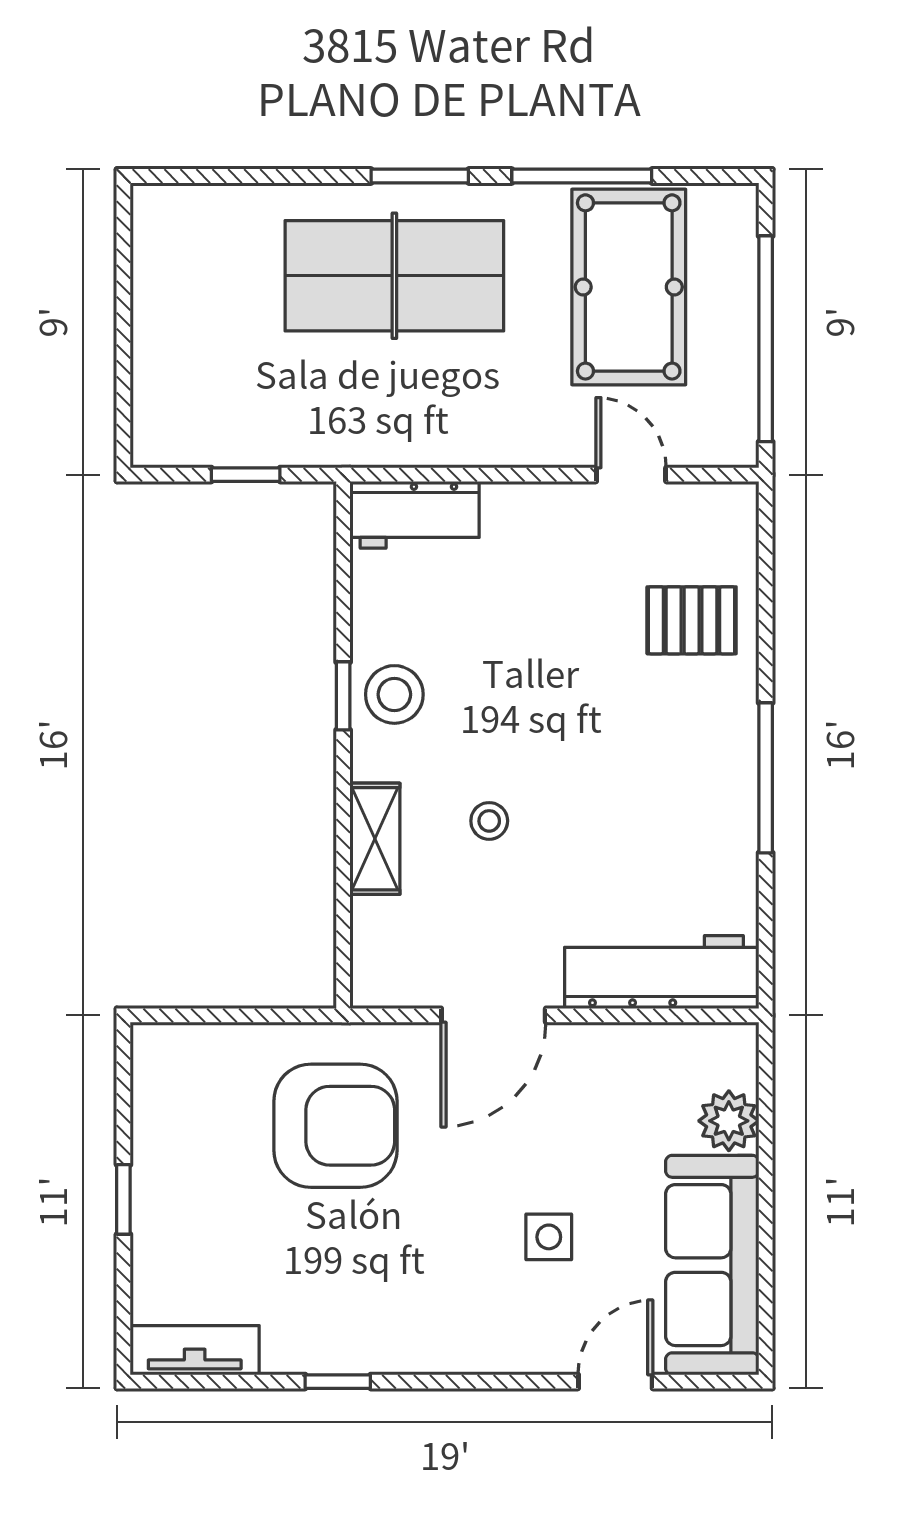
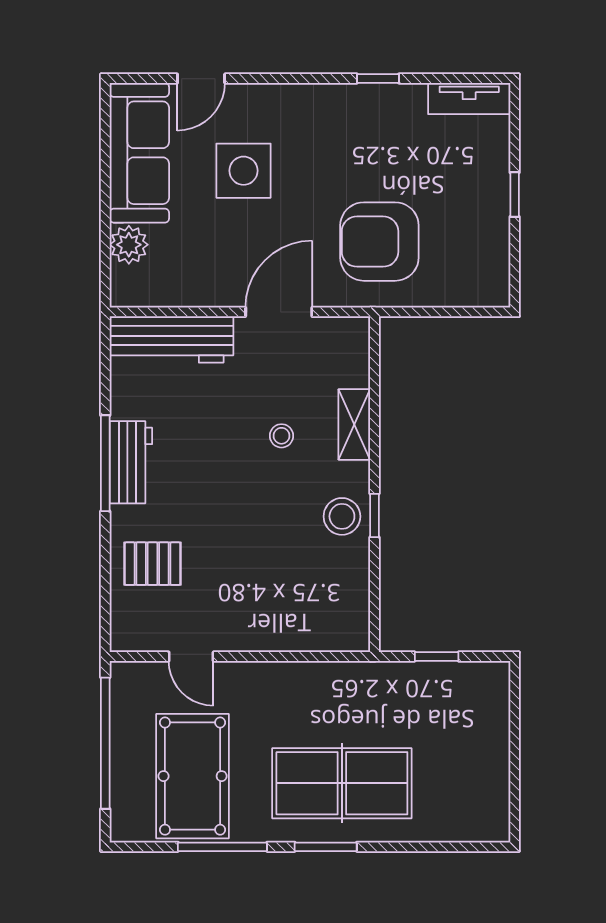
workbench: (415, 515) -> (131, 462), moved, turned 90
side table: (549, 1237) -> (243, 171), width x1.87, depth x1.87

